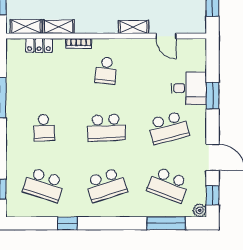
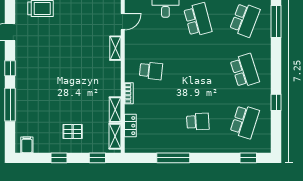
school desk: (106, 128) -> (198, 71), removed

